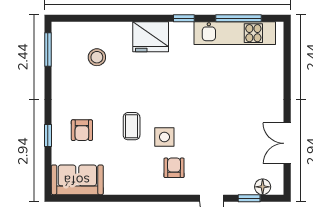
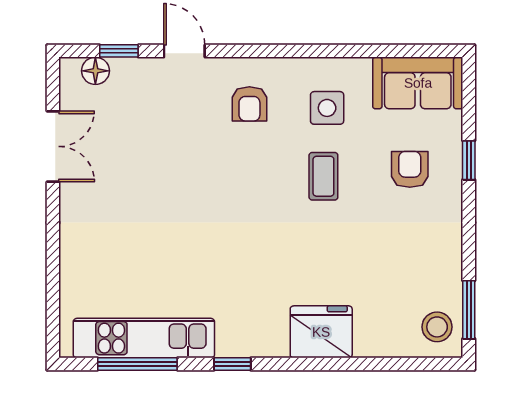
fridge: (151, 37) -> (321, 332), moved
stool: (97, 57) -> (437, 327), moved
side table: (164, 137) -> (327, 108), moved

